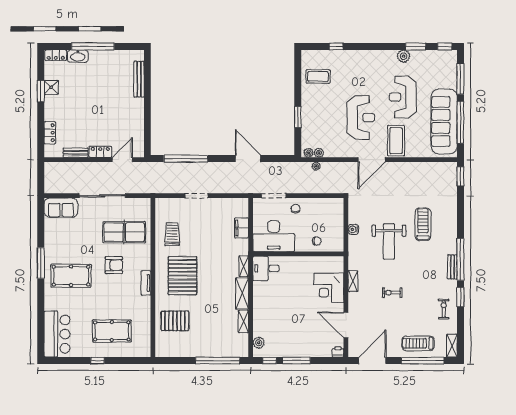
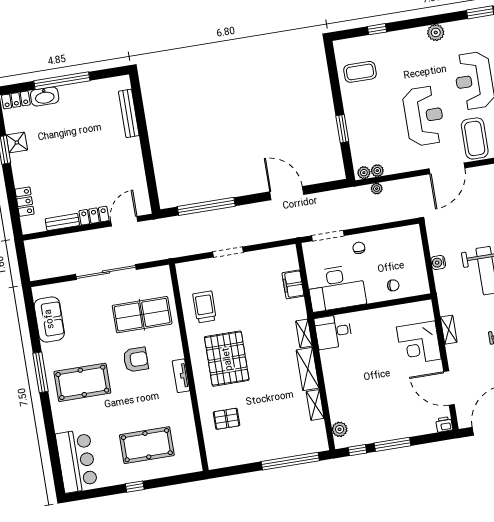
plant: (404, 56) -> (436, 33), moved
sofa: (61, 208) -> (49, 319), moved, turned -90
pallet: (175, 321) -> (226, 419), width x0.67, depth x0.71

